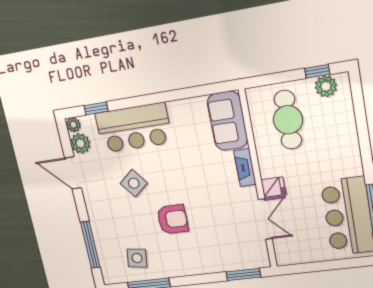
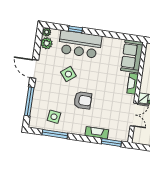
window: (96, 108) -> (75, 29), moved
door: (73, 173) -> (34, 69), moved
fireplace: (214, 265) -> (97, 133), added

